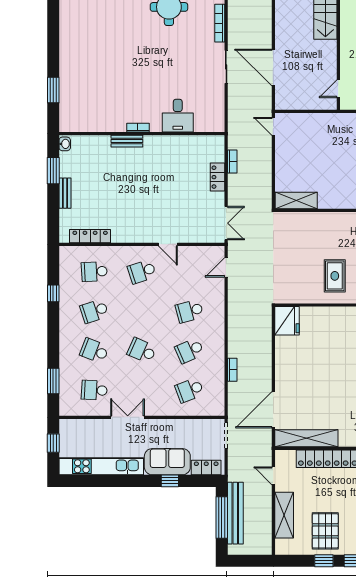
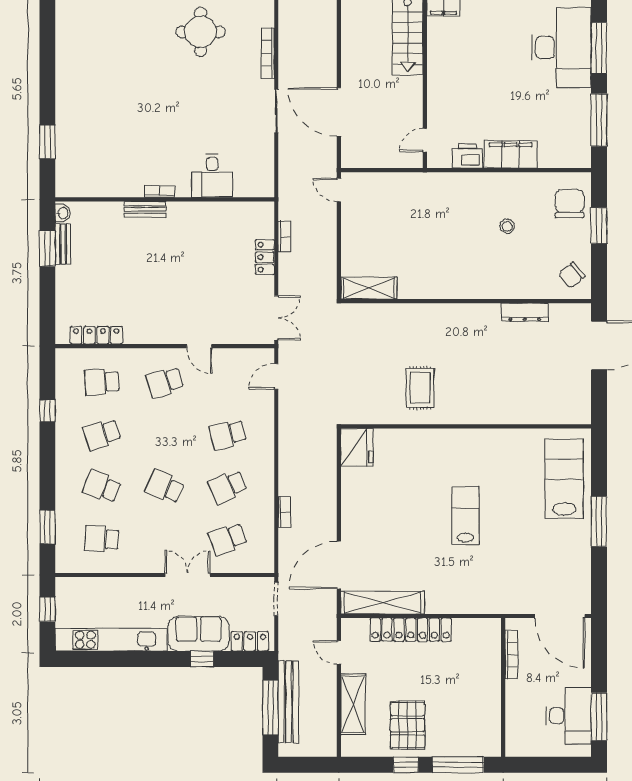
bench: (65, 193) -> (63, 244), moved
double door: (128, 417) -> (188, 575), moved

